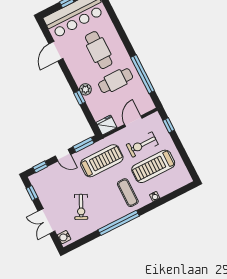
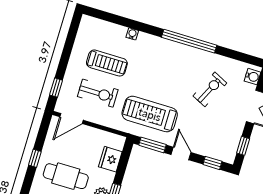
window: (143, 74) -> (35, 158), width x0.32
door: (133, 121) -> (72, 118), moved
fridge: (107, 125) -> (110, 159), moved, turned 90
treadmill: (153, 166) -> (107, 63), width x0.73, depth x0.73
exercise mat: (128, 193) -> (154, 61), removed

